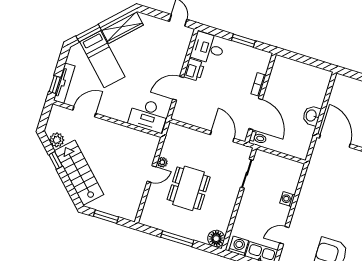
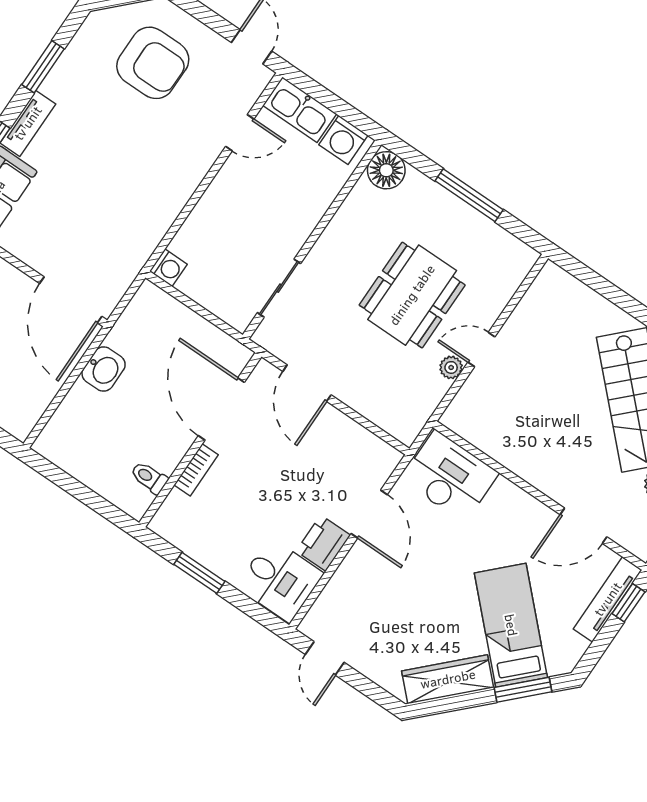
door: (178, 88) -> (369, 514), hinge flipped
toilet: (258, 138) -> (149, 478), moved
washing machine: (287, 199) -> (168, 268), moved
window: (106, 217) -> (606, 289), removed

